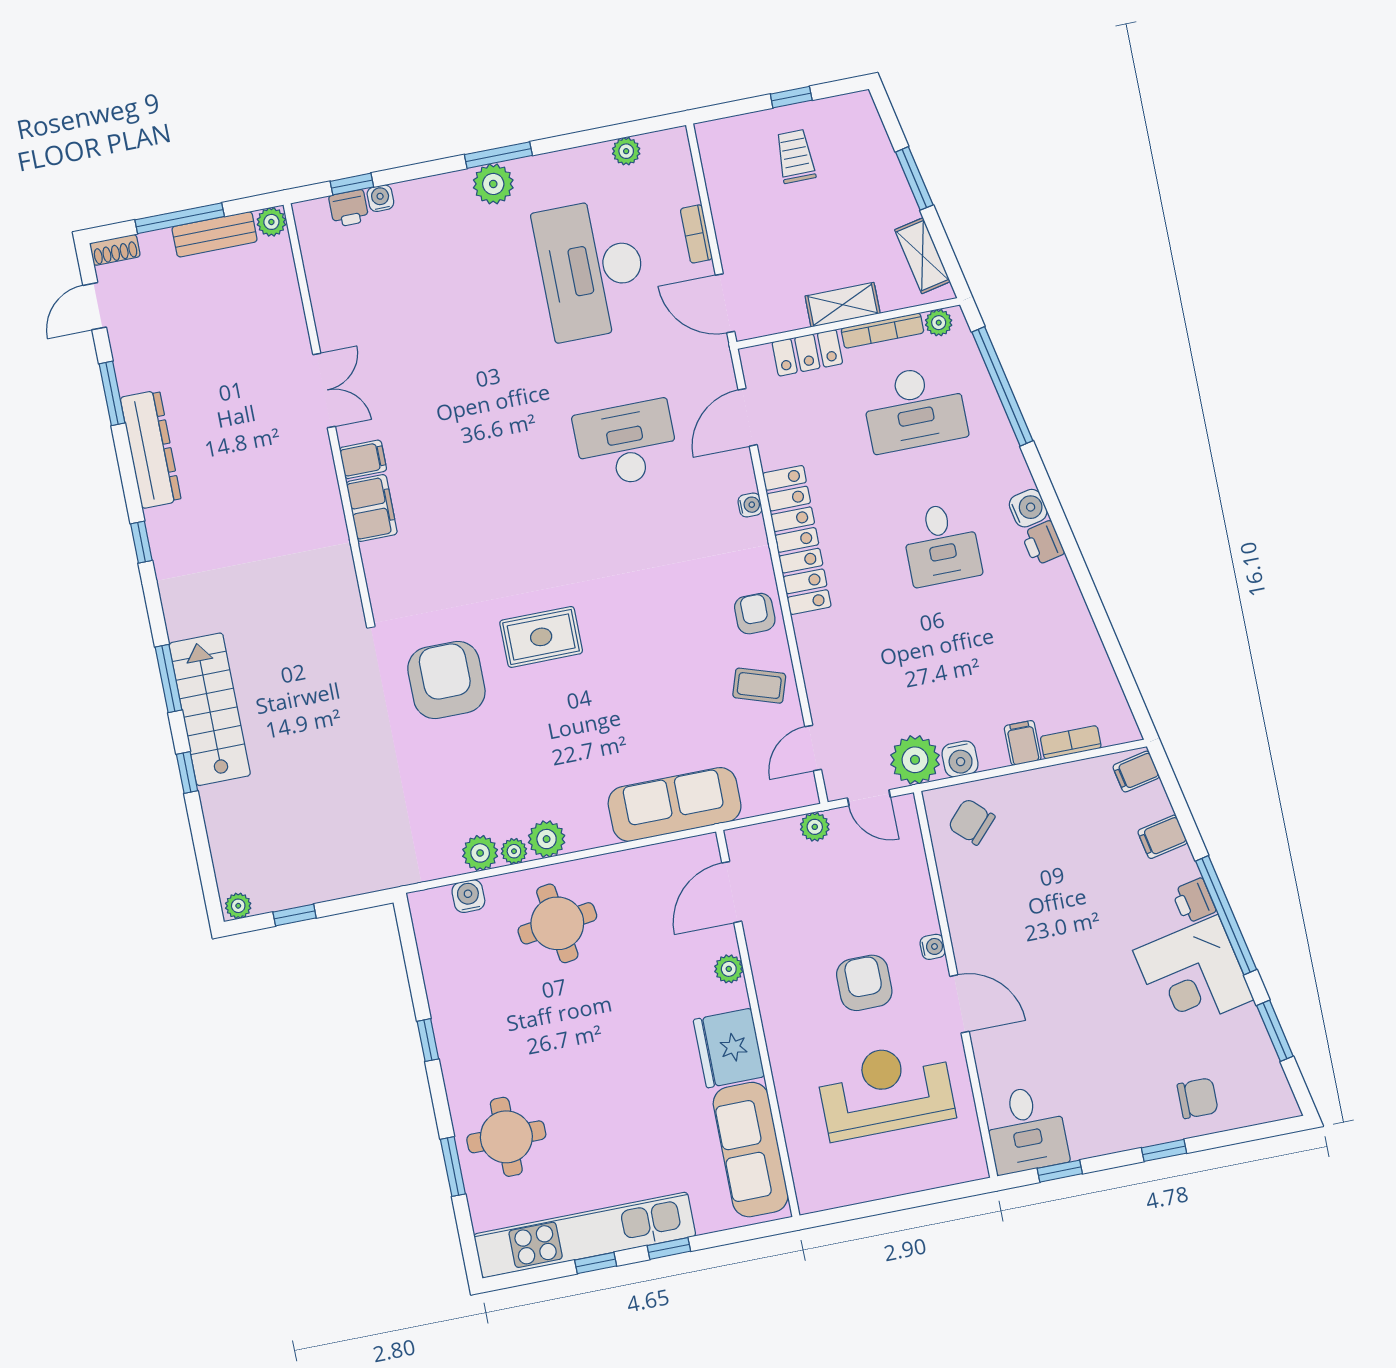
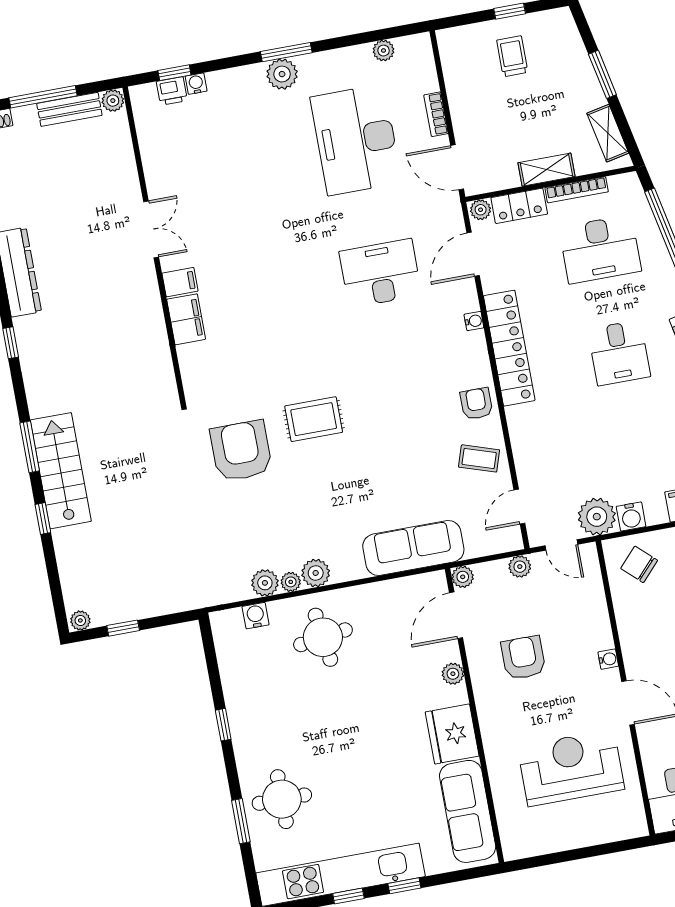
plant: (939, 323) -> (481, 210), moved
plant: (740, 841) -> (463, 577), added
armchair: (864, 983) -> (523, 658), moved

